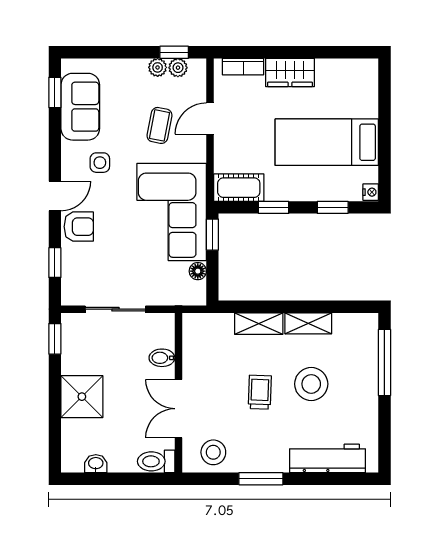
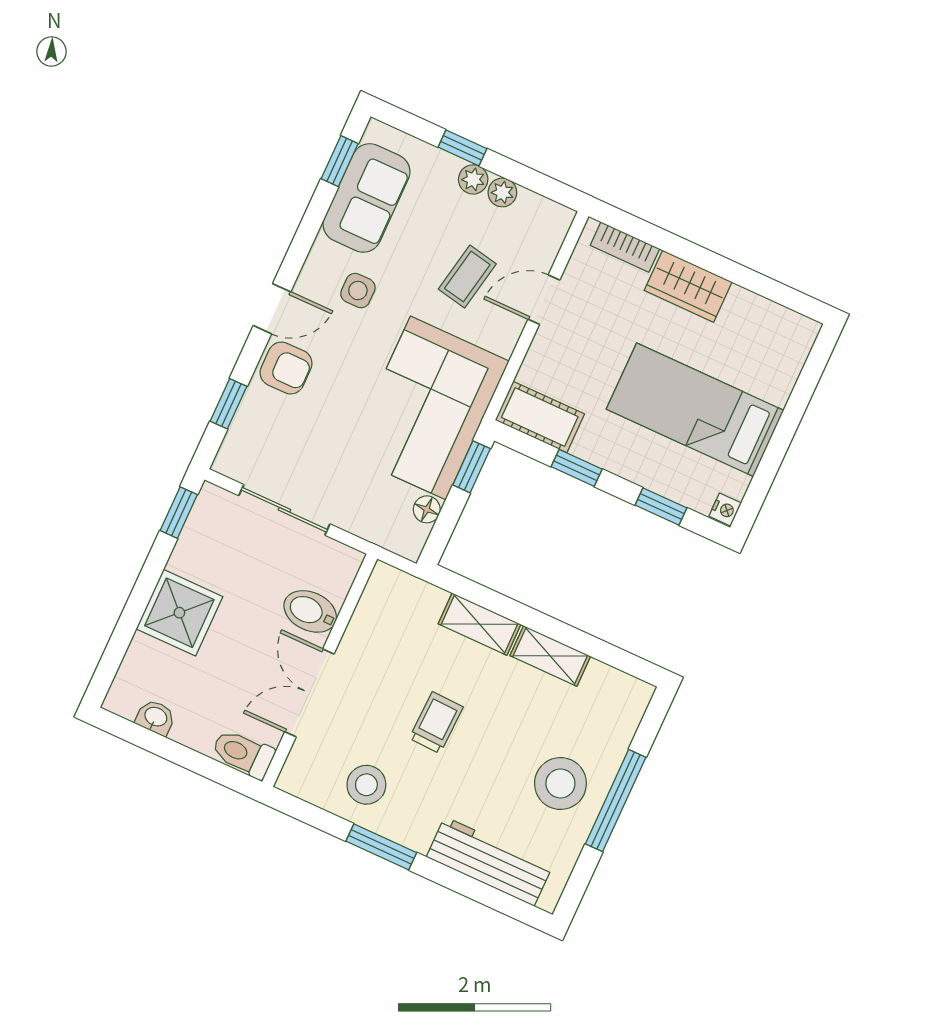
window: (174, 52) -> (462, 148), moved
plant: (178, 68) -> (473, 179), moved
bidet: (162, 358) -> (310, 611), width x1.38, depth x1.36
window: (384, 363) -> (616, 801), moved
stool: (311, 384) -> (560, 784), moved
stool: (213, 452) -> (366, 785), moved

